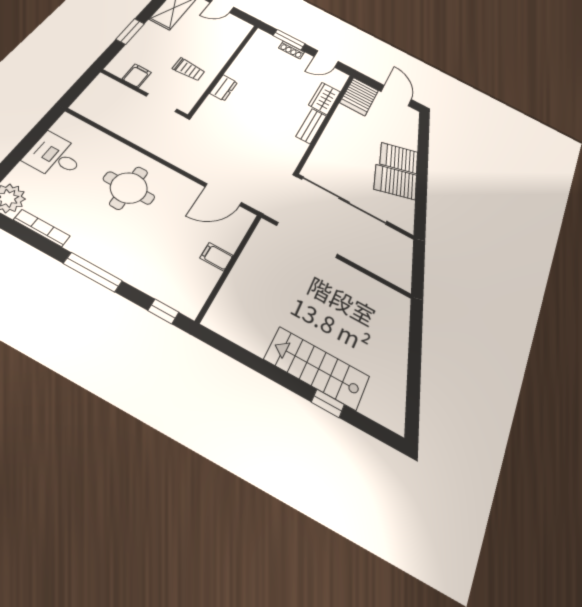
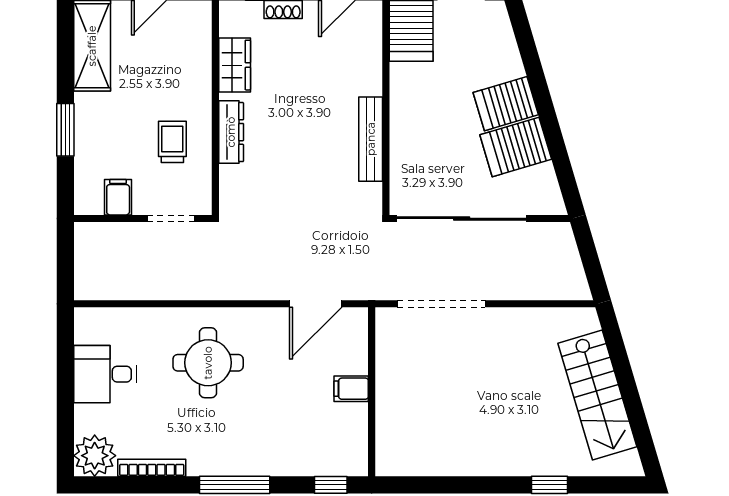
trolley: (189, 69) -> (172, 142), turned -90
dresser: (224, 88) -> (231, 132), width x1.44
wardrobe: (325, 98) -> (235, 65), moved, turned 180
bench: (311, 126) -> (371, 139), width x1.36
stairs: (317, 368) -> (597, 395), moved, turned -107

